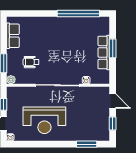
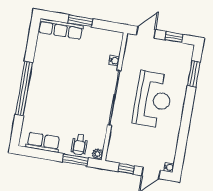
window: (78, 14) -> (24, 88), moved
row of seats: (104, 53) -> (61, 29), moved
wheelchair: (31, 62) -> (79, 145), moved
reception desk: (44, 120) -> (153, 99), moved

